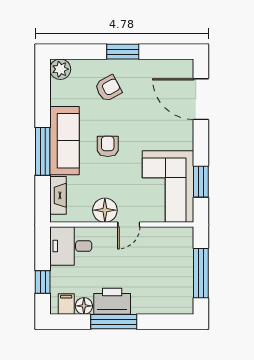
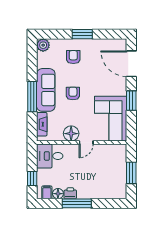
armchair: (108, 88) -> (73, 57), turned -62
window: (201, 182) -> (131, 101), moved
window: (201, 273) -> (131, 173), width x0.69
printer: (112, 301) -> (70, 193), width x0.53, depth x0.68

